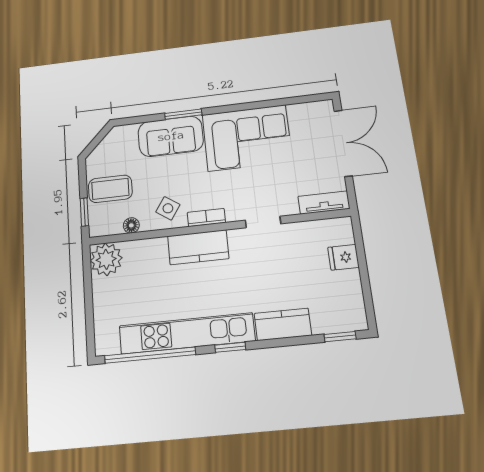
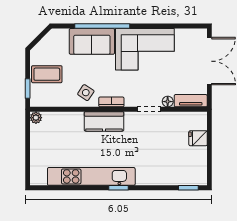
window: (183, 114) -> (102, 26), width x2.11
floor lamp: (131, 225) -> (168, 102), moved
plant: (106, 259) -> (36, 118), width x0.53, depth x0.53
kitchen counter: (283, 324) -> (154, 177), removed
window: (150, 355) -> (66, 188), removed

